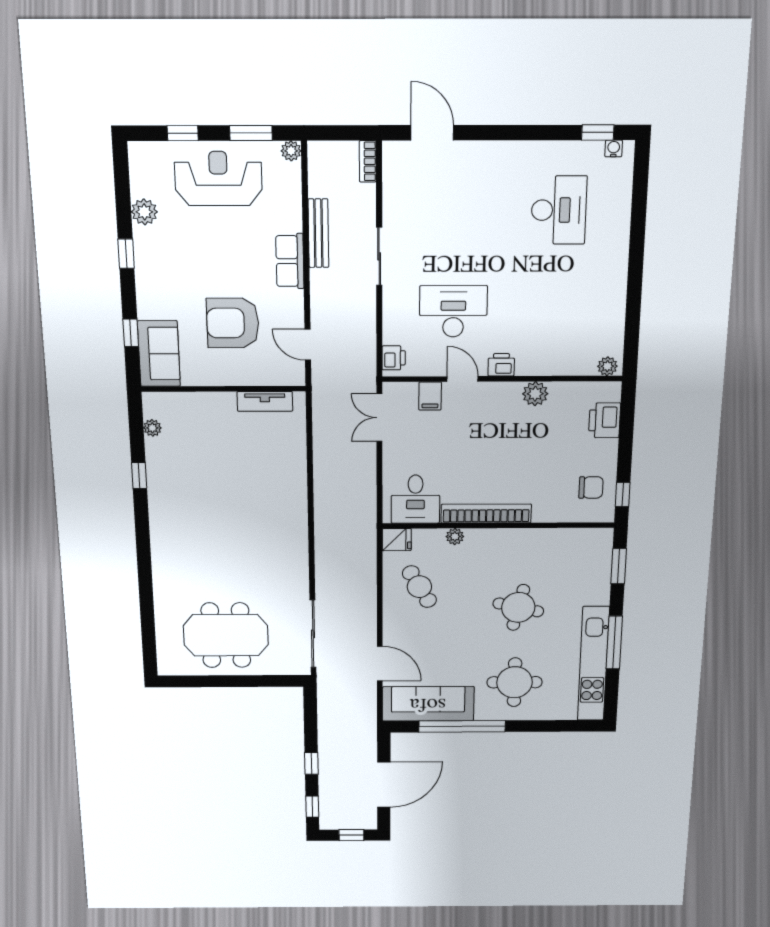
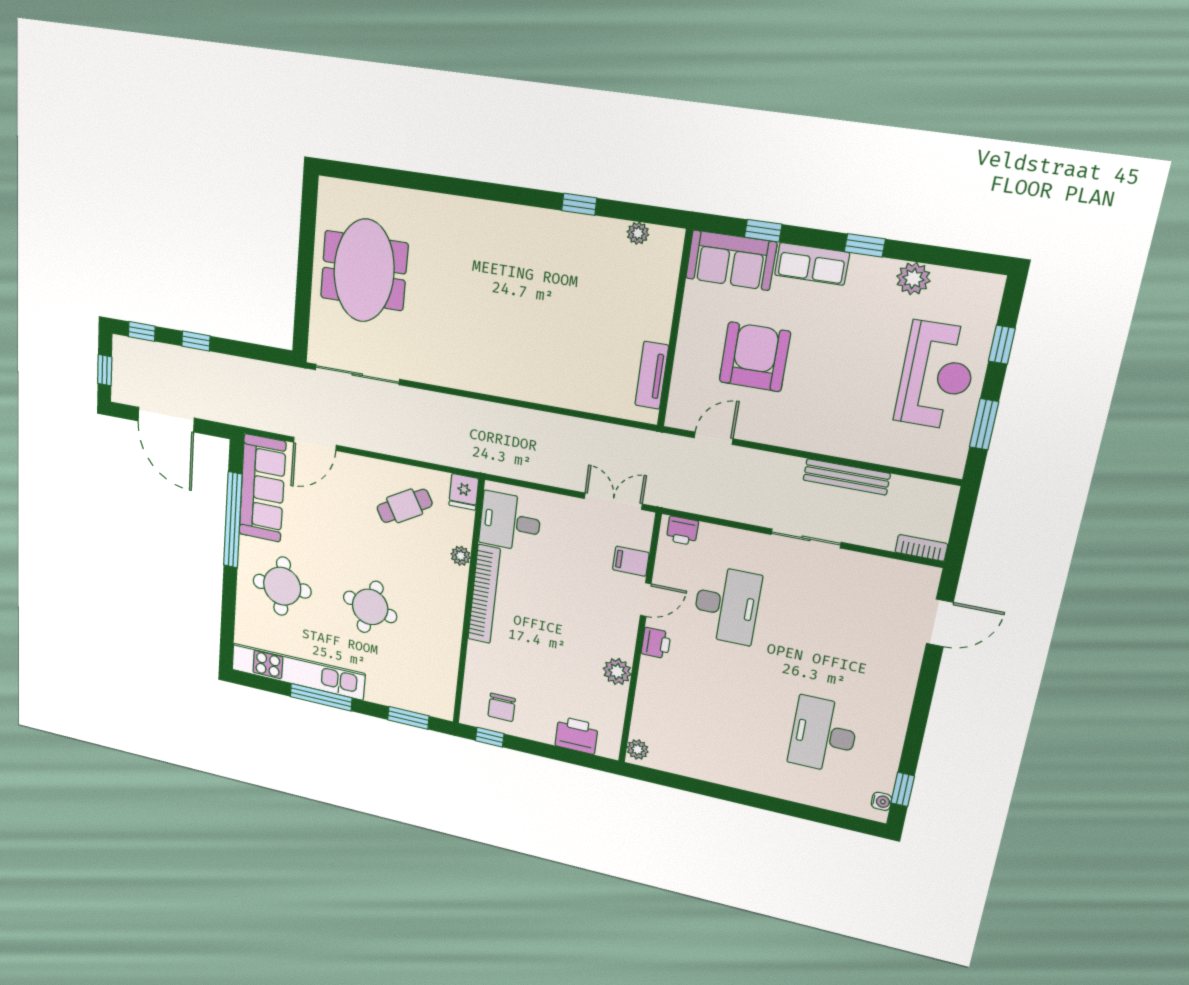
plant: (291, 151) -> (952, 466), removed
desk: (559, 210) -> (823, 735), turned 90
row of seats: (290, 261) -> (812, 264), moved, turned 180

